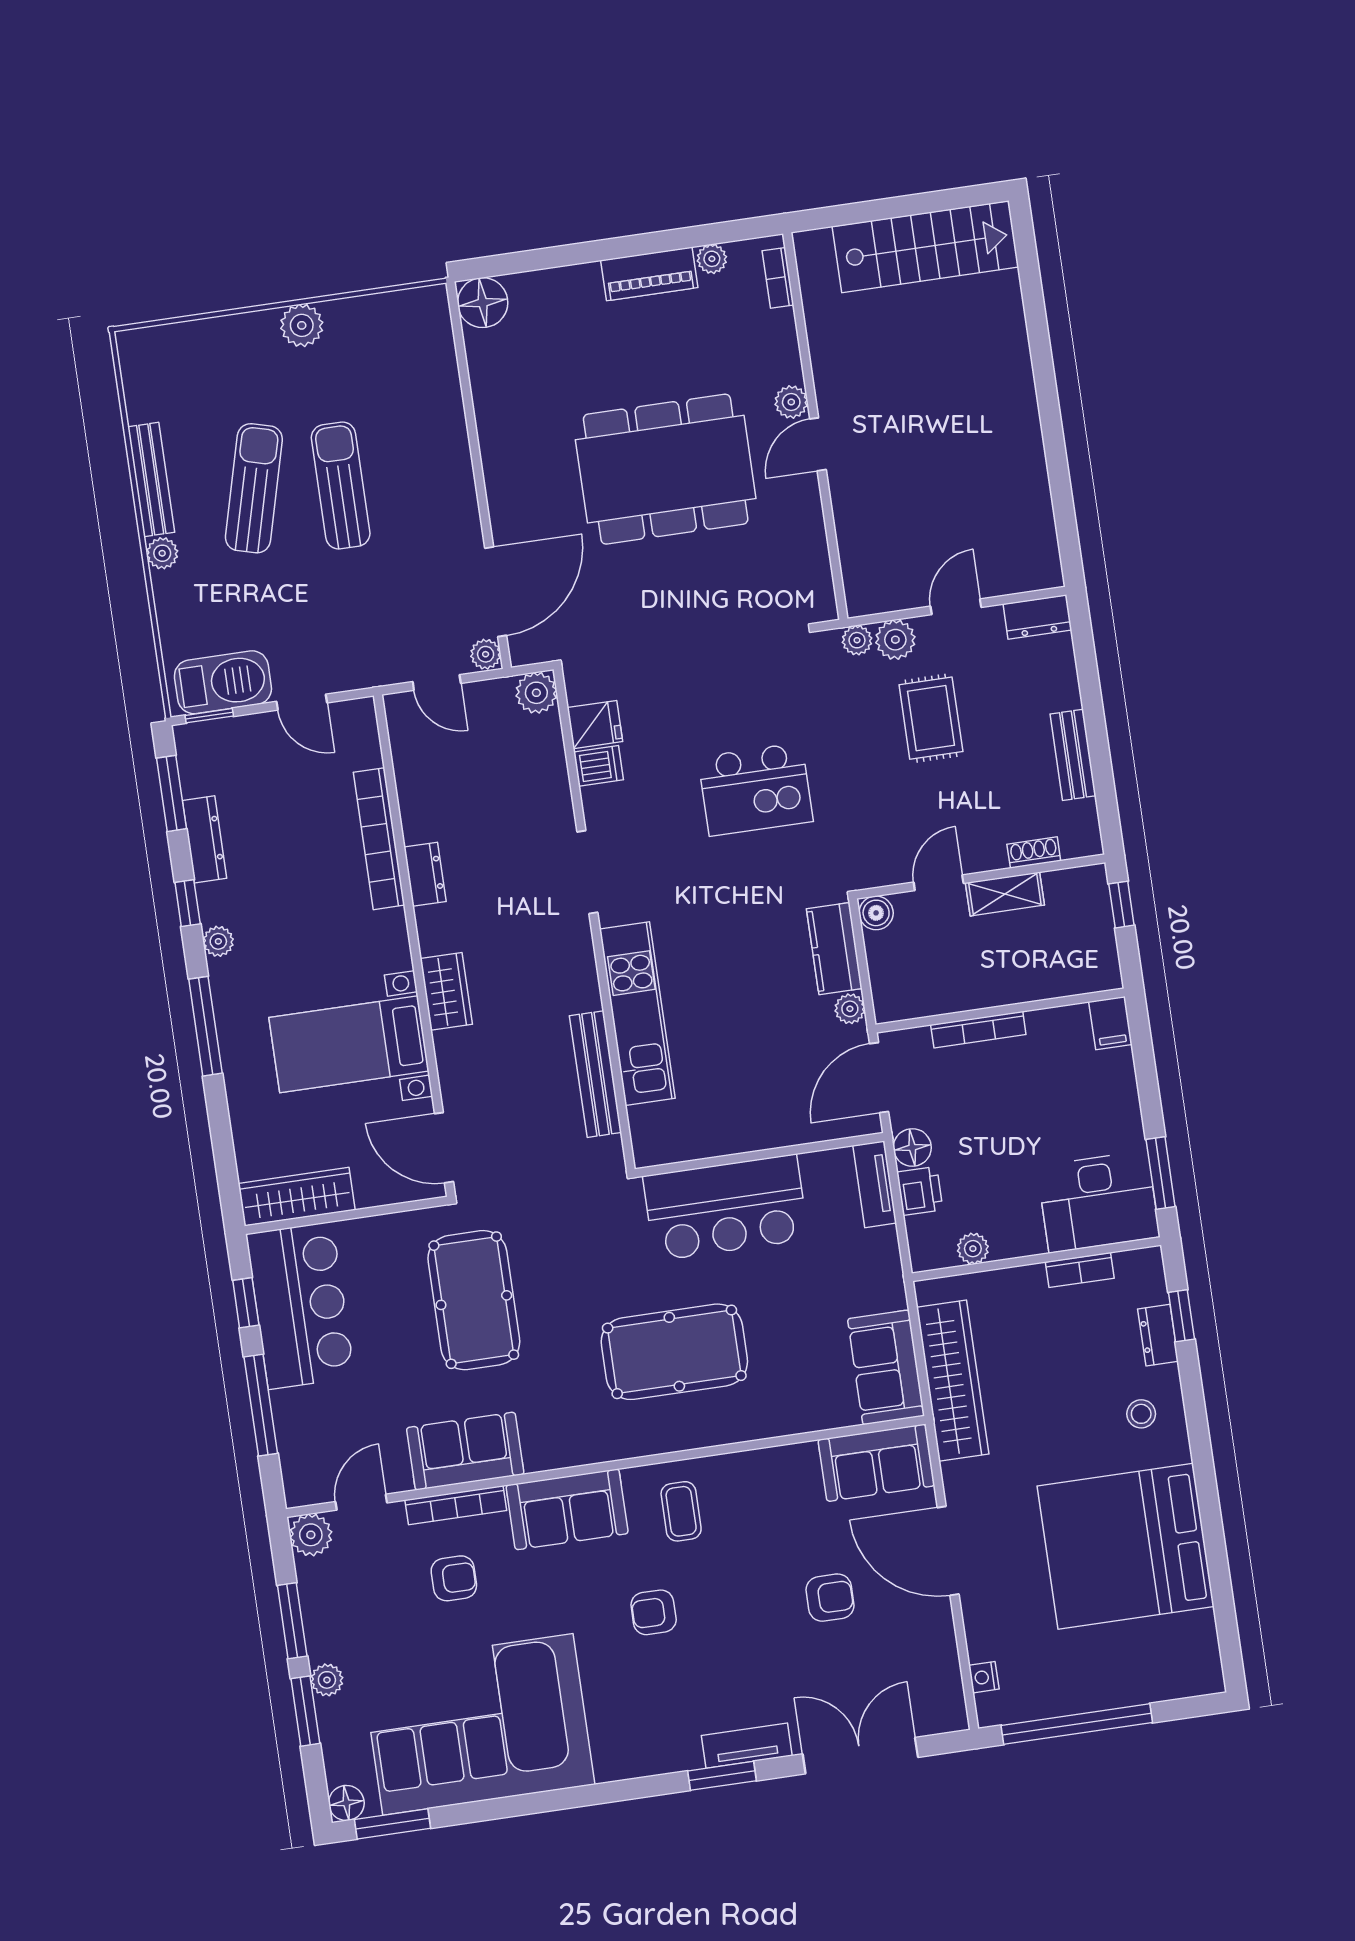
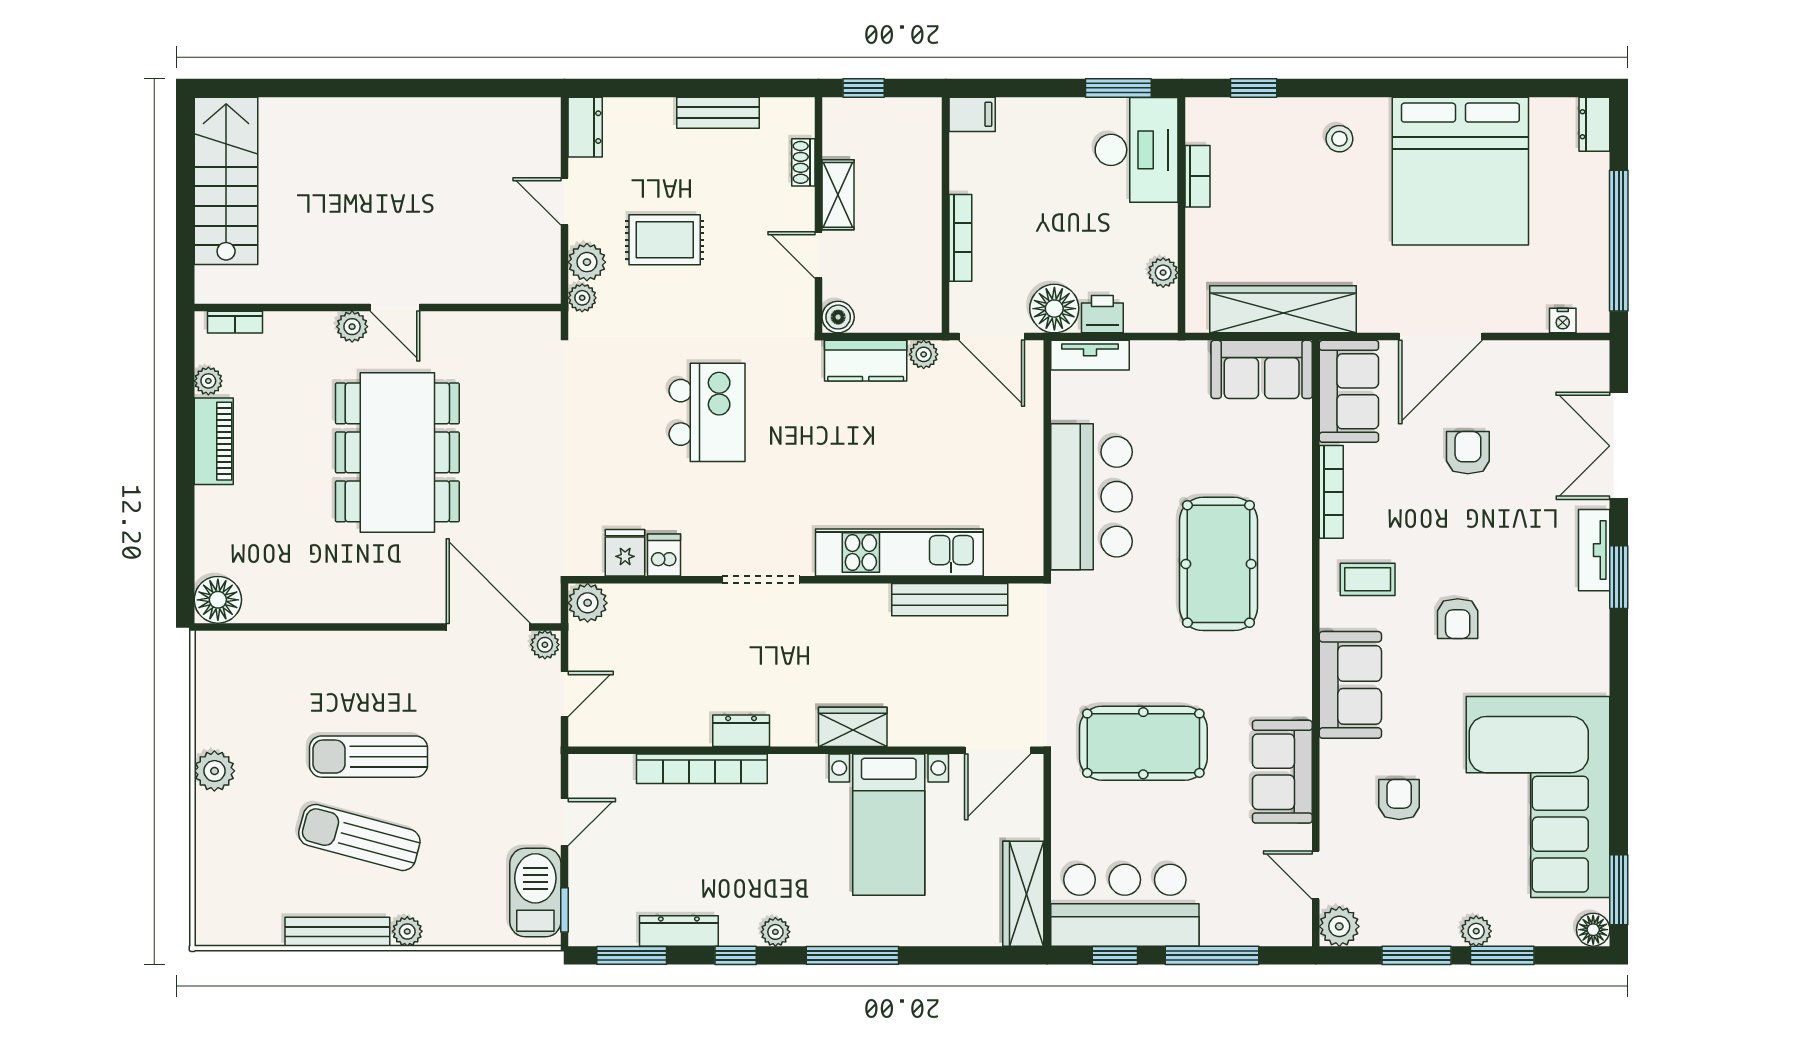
floor lamp: (912, 1147) -> (1054, 309), width x1.38, depth x1.38
dresser: (1158, 1335) -> (1594, 124), moved, turned 90
bookcase: (456, 1505) -> (1331, 492), moved

